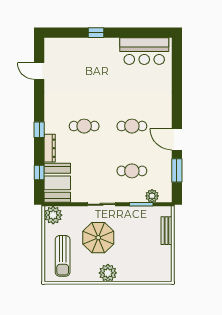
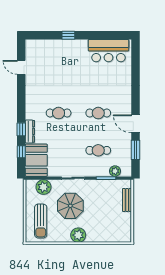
window: (39, 130) -> (21, 129), moved
plant: (53, 215) -> (44, 187), moved

